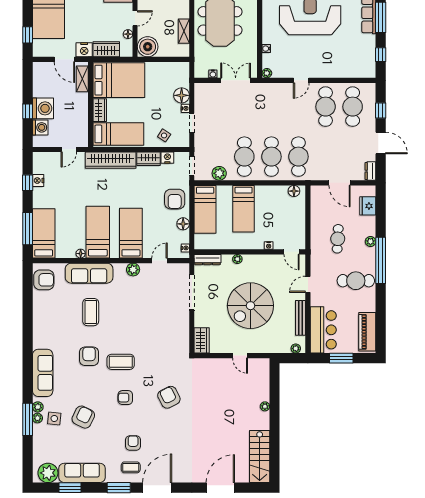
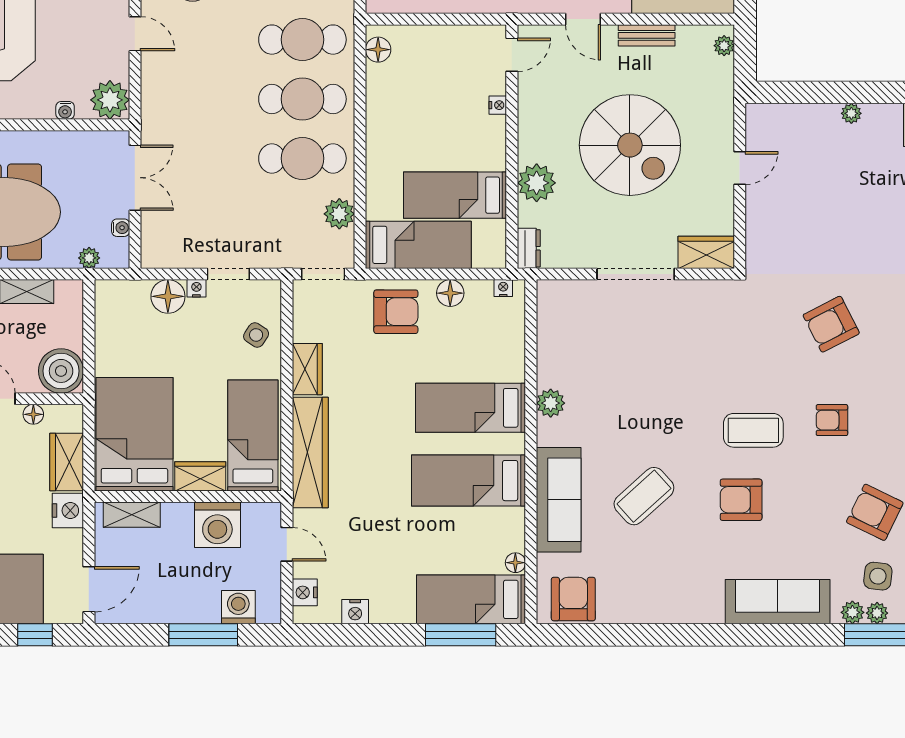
door: (64, 59) -> (89, 589), moved
plant: (199, 59) -> (89, 258), added
plant: (267, 73) -> (110, 100), width x1.88, depth x1.88
double door: (236, 80) -> (135, 178), swing flipped
washing machine: (43, 108) -> (217, 525), moved, turned 180
window: (28, 111) -> (203, 635), width x2.17
nightstand: (167, 158) -> (305, 592), moved
window: (28, 183) -> (360, 635), removed
bed: (244, 209) -> (455, 195), moved, turned 180
floor lamp: (81, 254) -> (515, 563), moved
plant: (237, 259) -> (537, 183), width x1.88, depth x1.88
dresser: (208, 260) -> (529, 248), width x0.70
door: (160, 261) -> (531, 345), removed
doorway: (192, 292) -> (636, 274), moved
coffee table: (91, 312) -> (644, 496), turned -42
bench: (300, 318) -> (647, 35), width x0.73
coffee table: (121, 362) -> (753, 430), turned 90
armchair: (125, 398) -> (832, 420), turned 90

